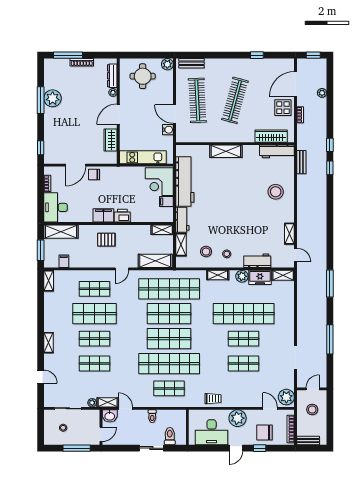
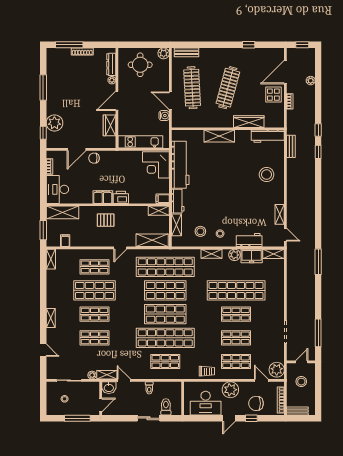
plant: (53, 98) -> (54, 123), moved
wardrobe: (271, 136) -> (249, 122), moved
filing cabinet: (166, 201) -> (163, 199), moved
window: (330, 339) -> (318, 333), moved
shop shelf: (244, 388) -> (236, 361), added

